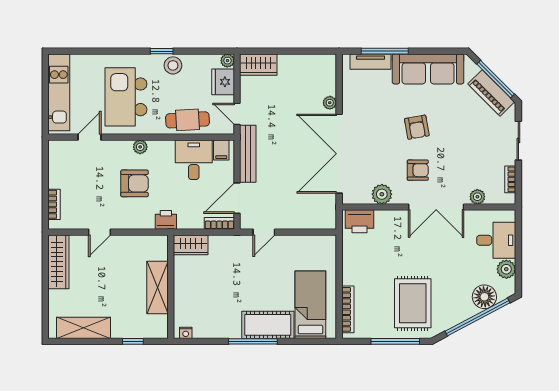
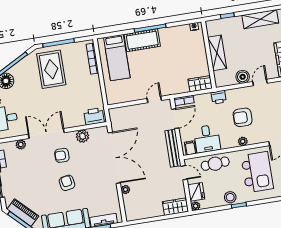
boiler: (125, 245) -> (243, 77), added

